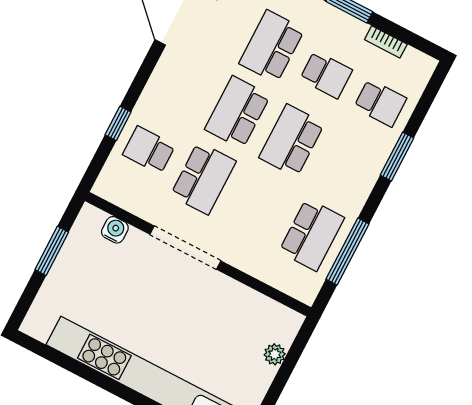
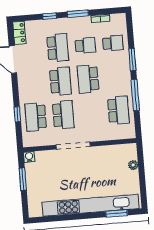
school desk: (272, 46) -> (58, 48), turned 180
school desk: (237, 112) -> (60, 81), turned 180
school desk: (149, 150) -> (36, 117), width x1.85
water cooler: (115, 230) -> (29, 157), moved
window: (348, 252) -> (135, 95), moved

